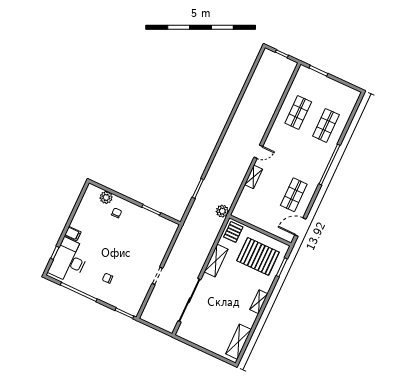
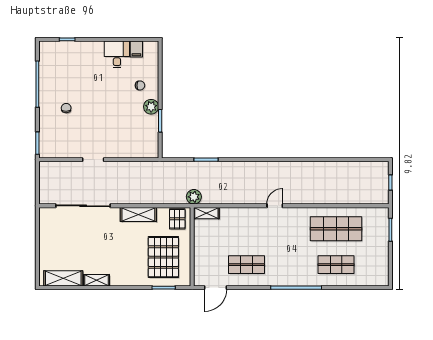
shop shelf: (298, 112) -> (336, 229), width x1.43, depth x1.36
door: (258, 152) -> (275, 206), swing flipped
shelving: (253, 177) -> (206, 213), moved
plant: (106, 197) -> (151, 107), moved
door: (300, 227) -> (215, 288), swing flipped
pallet: (233, 232) -> (177, 219), turned 90
filing cabinet: (73, 234) -> (136, 49), moved
desk: (69, 261) -> (117, 54), moved, width x0.53, depth x0.77
shelving: (259, 302) -> (97, 280), moved

